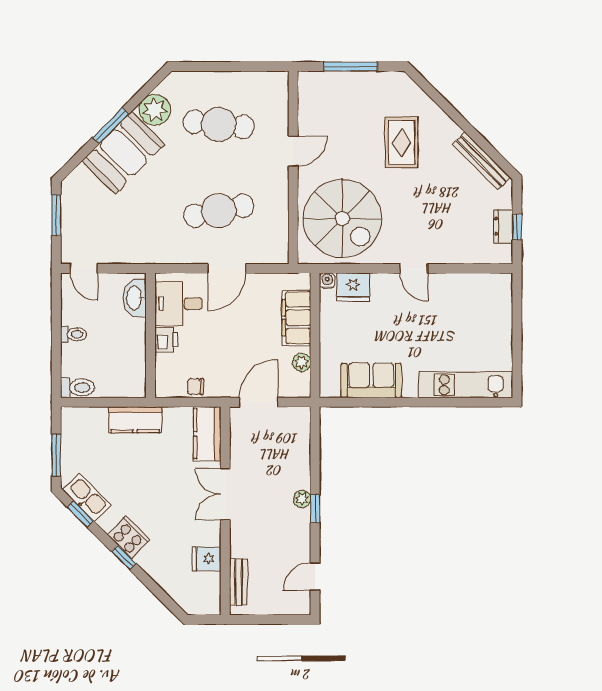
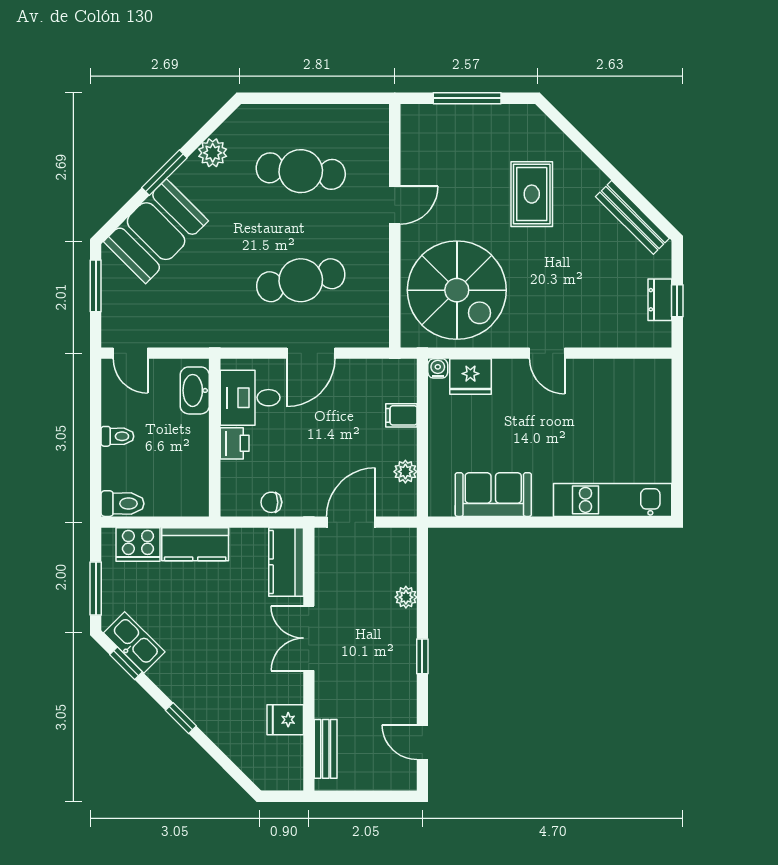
plant: (155, 110) -> (213, 153), width x0.73, depth x0.73
booth: (123, 153) -> (156, 231), moved
filing cabinet: (296, 318) -> (401, 415), width x0.33, depth x0.86
plant: (302, 499) -> (406, 597), moved
cooker: (129, 537) -> (138, 544), moved, turned 135
door: (315, 577) -> (422, 742), hinge flipped

